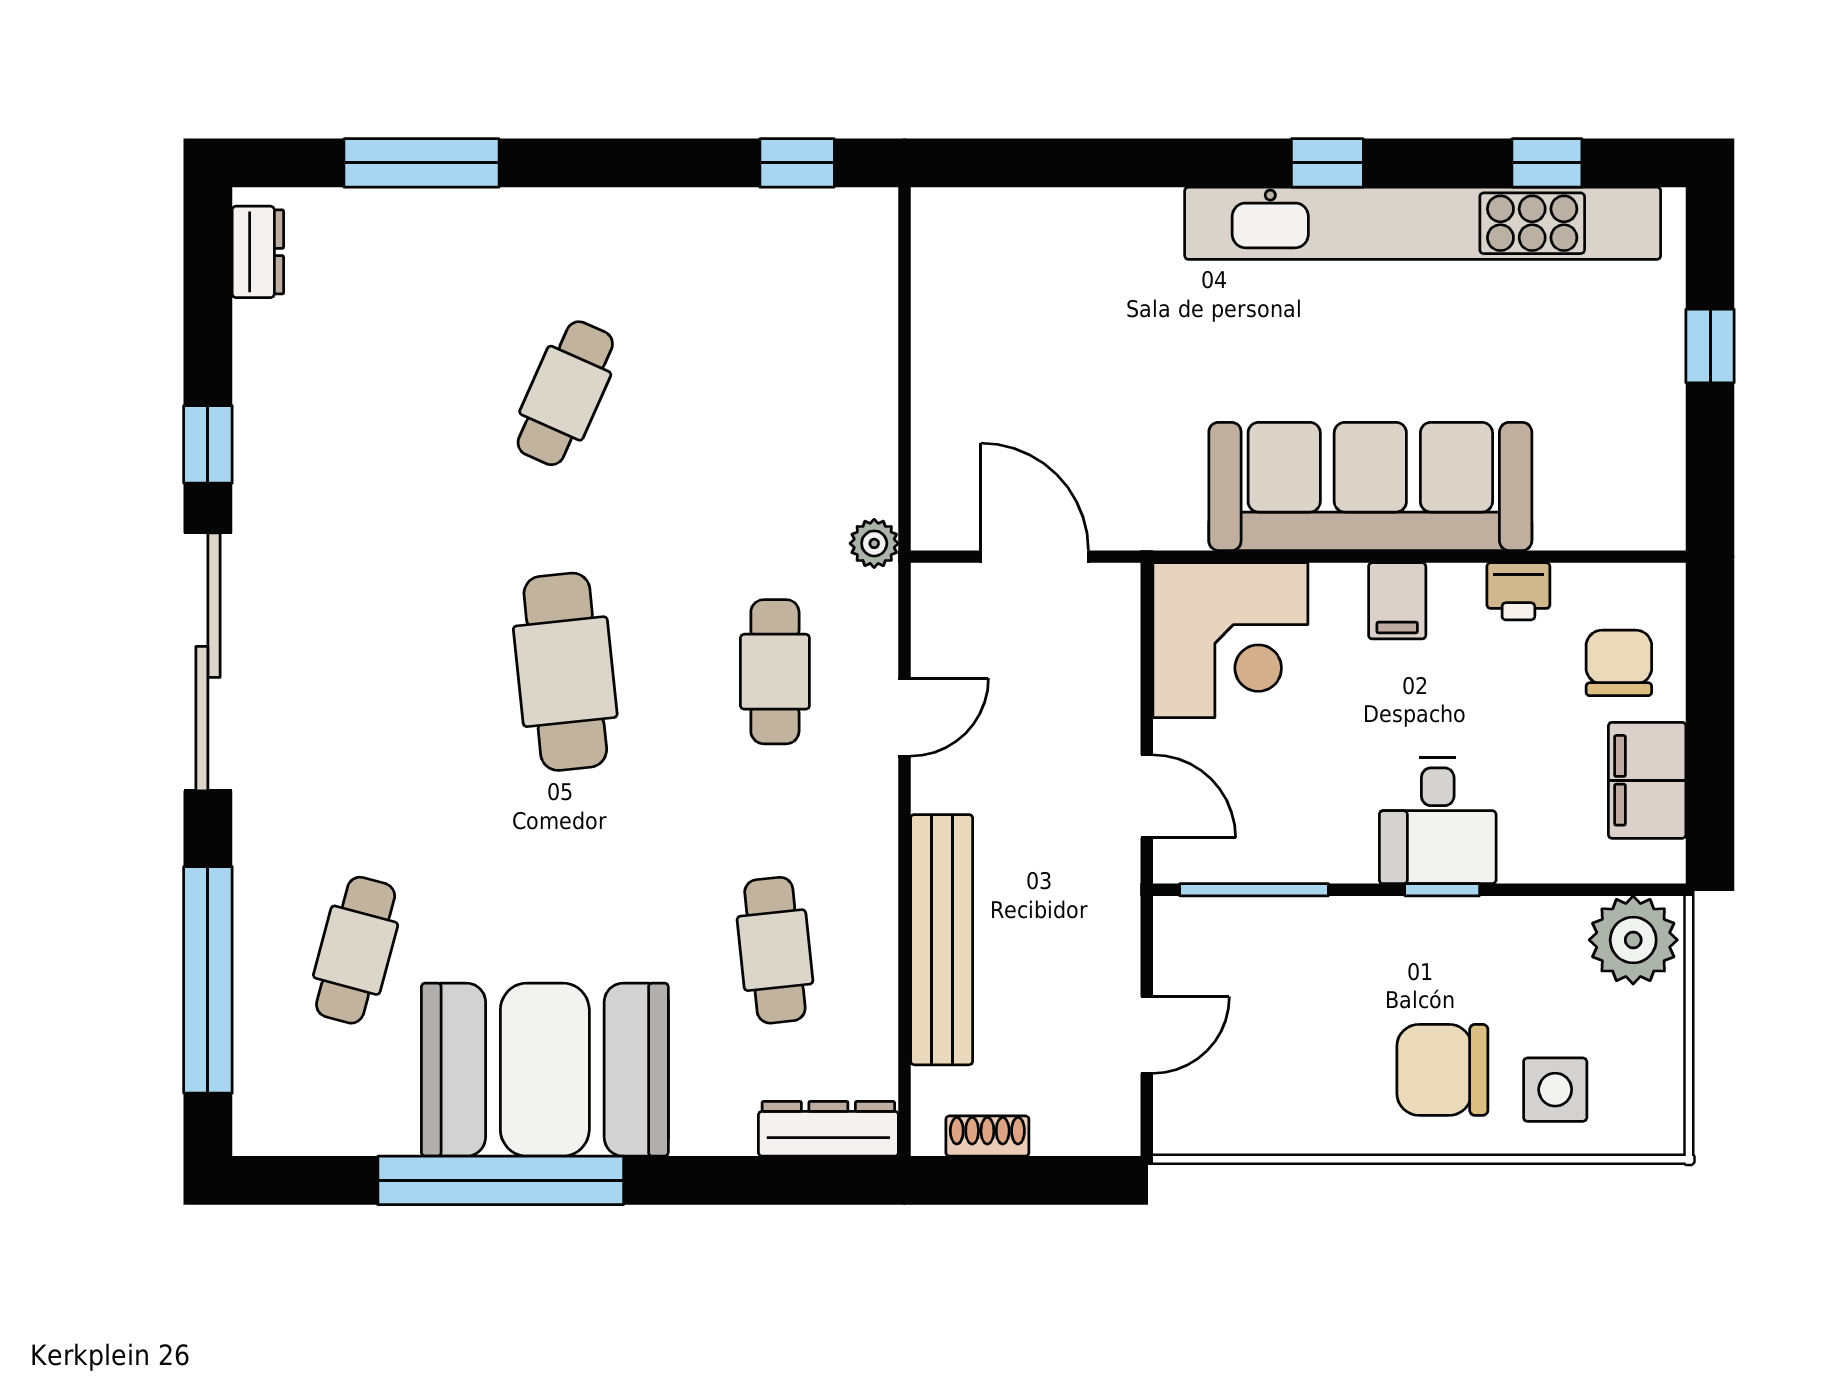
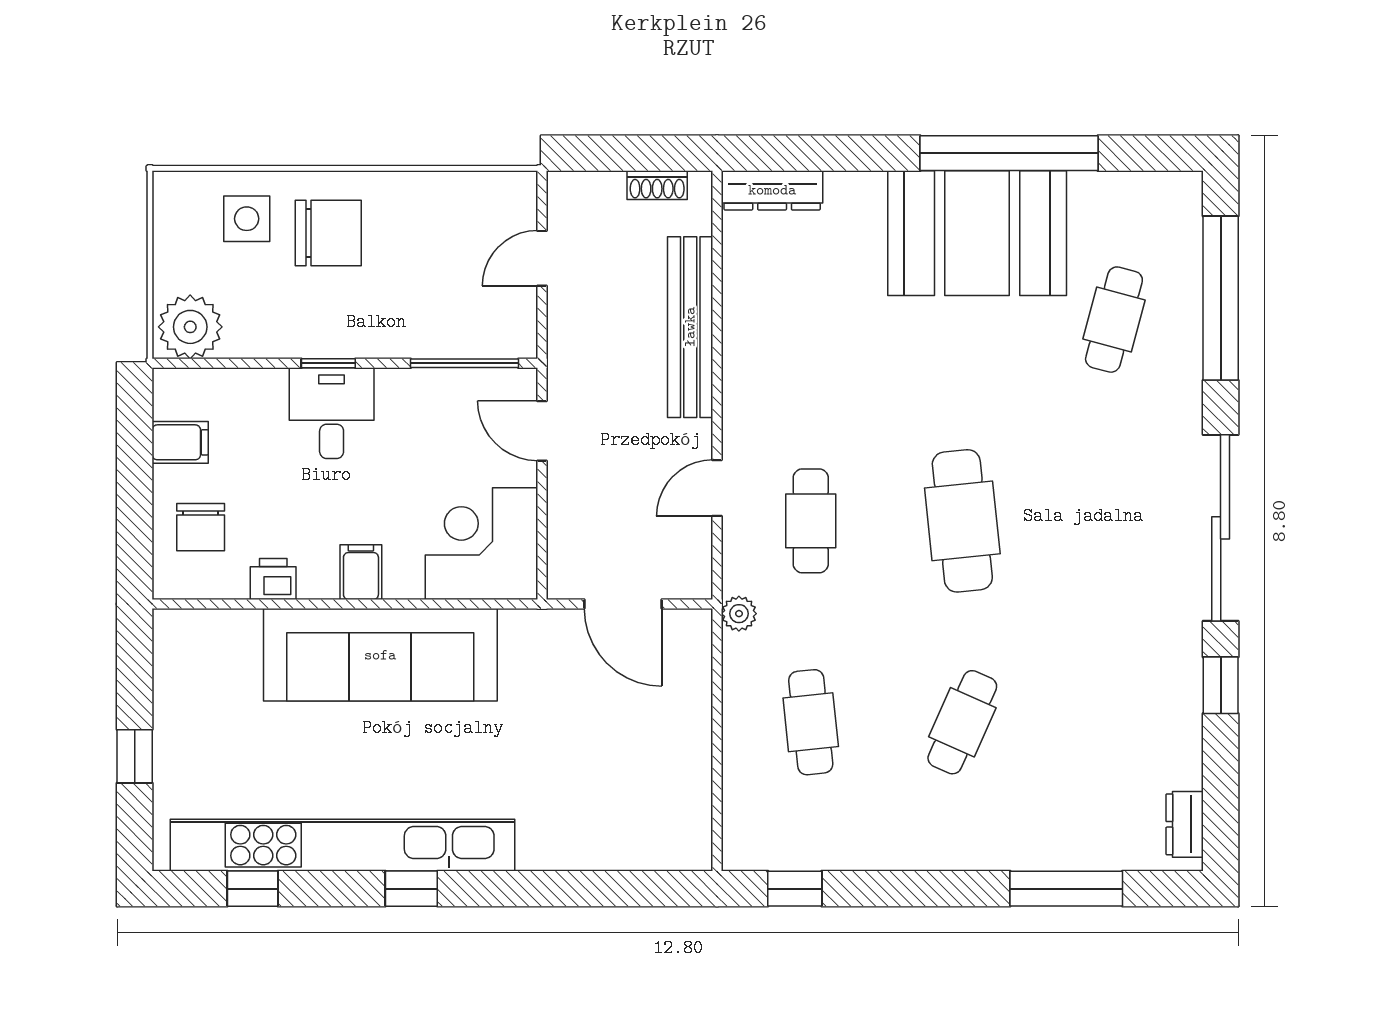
filing cabinet: (1647, 780) -> (180, 442), width x0.50
cafe table: (775, 950) -> (811, 722), moved

